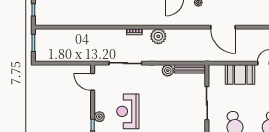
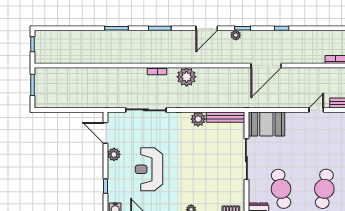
door: (223, 27) -> (266, 65), hinge flipped
booth: (240, 75) -> (266, 124), moved
plant: (99, 117) -> (114, 154), moved

